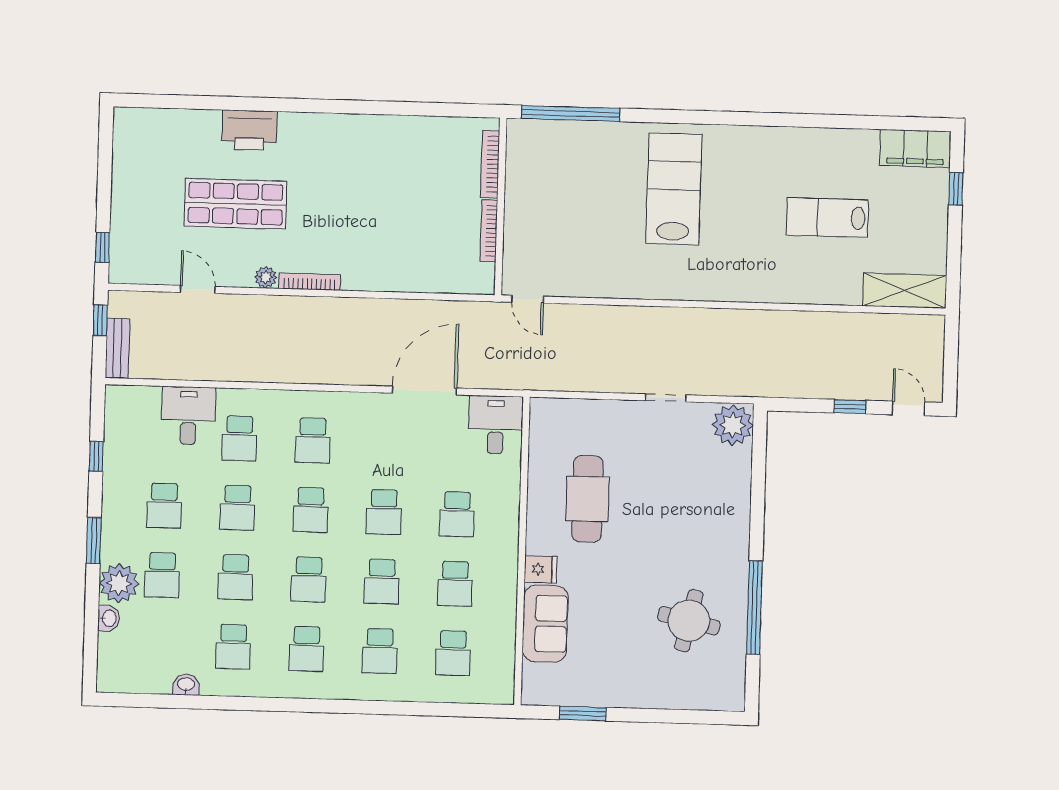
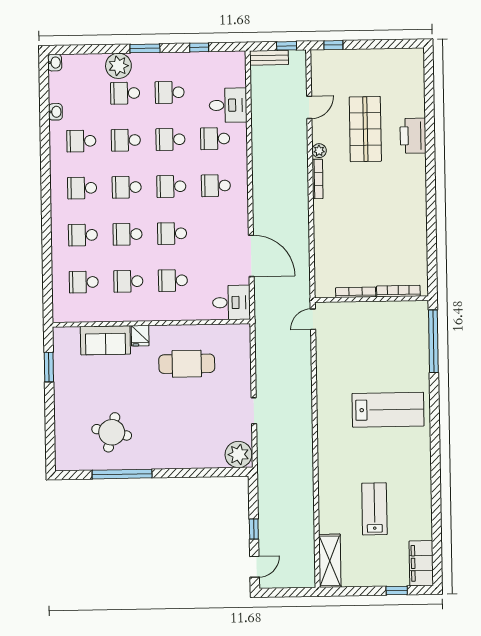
washbasin: (109, 618) -> (55, 63), moved, turned -90

